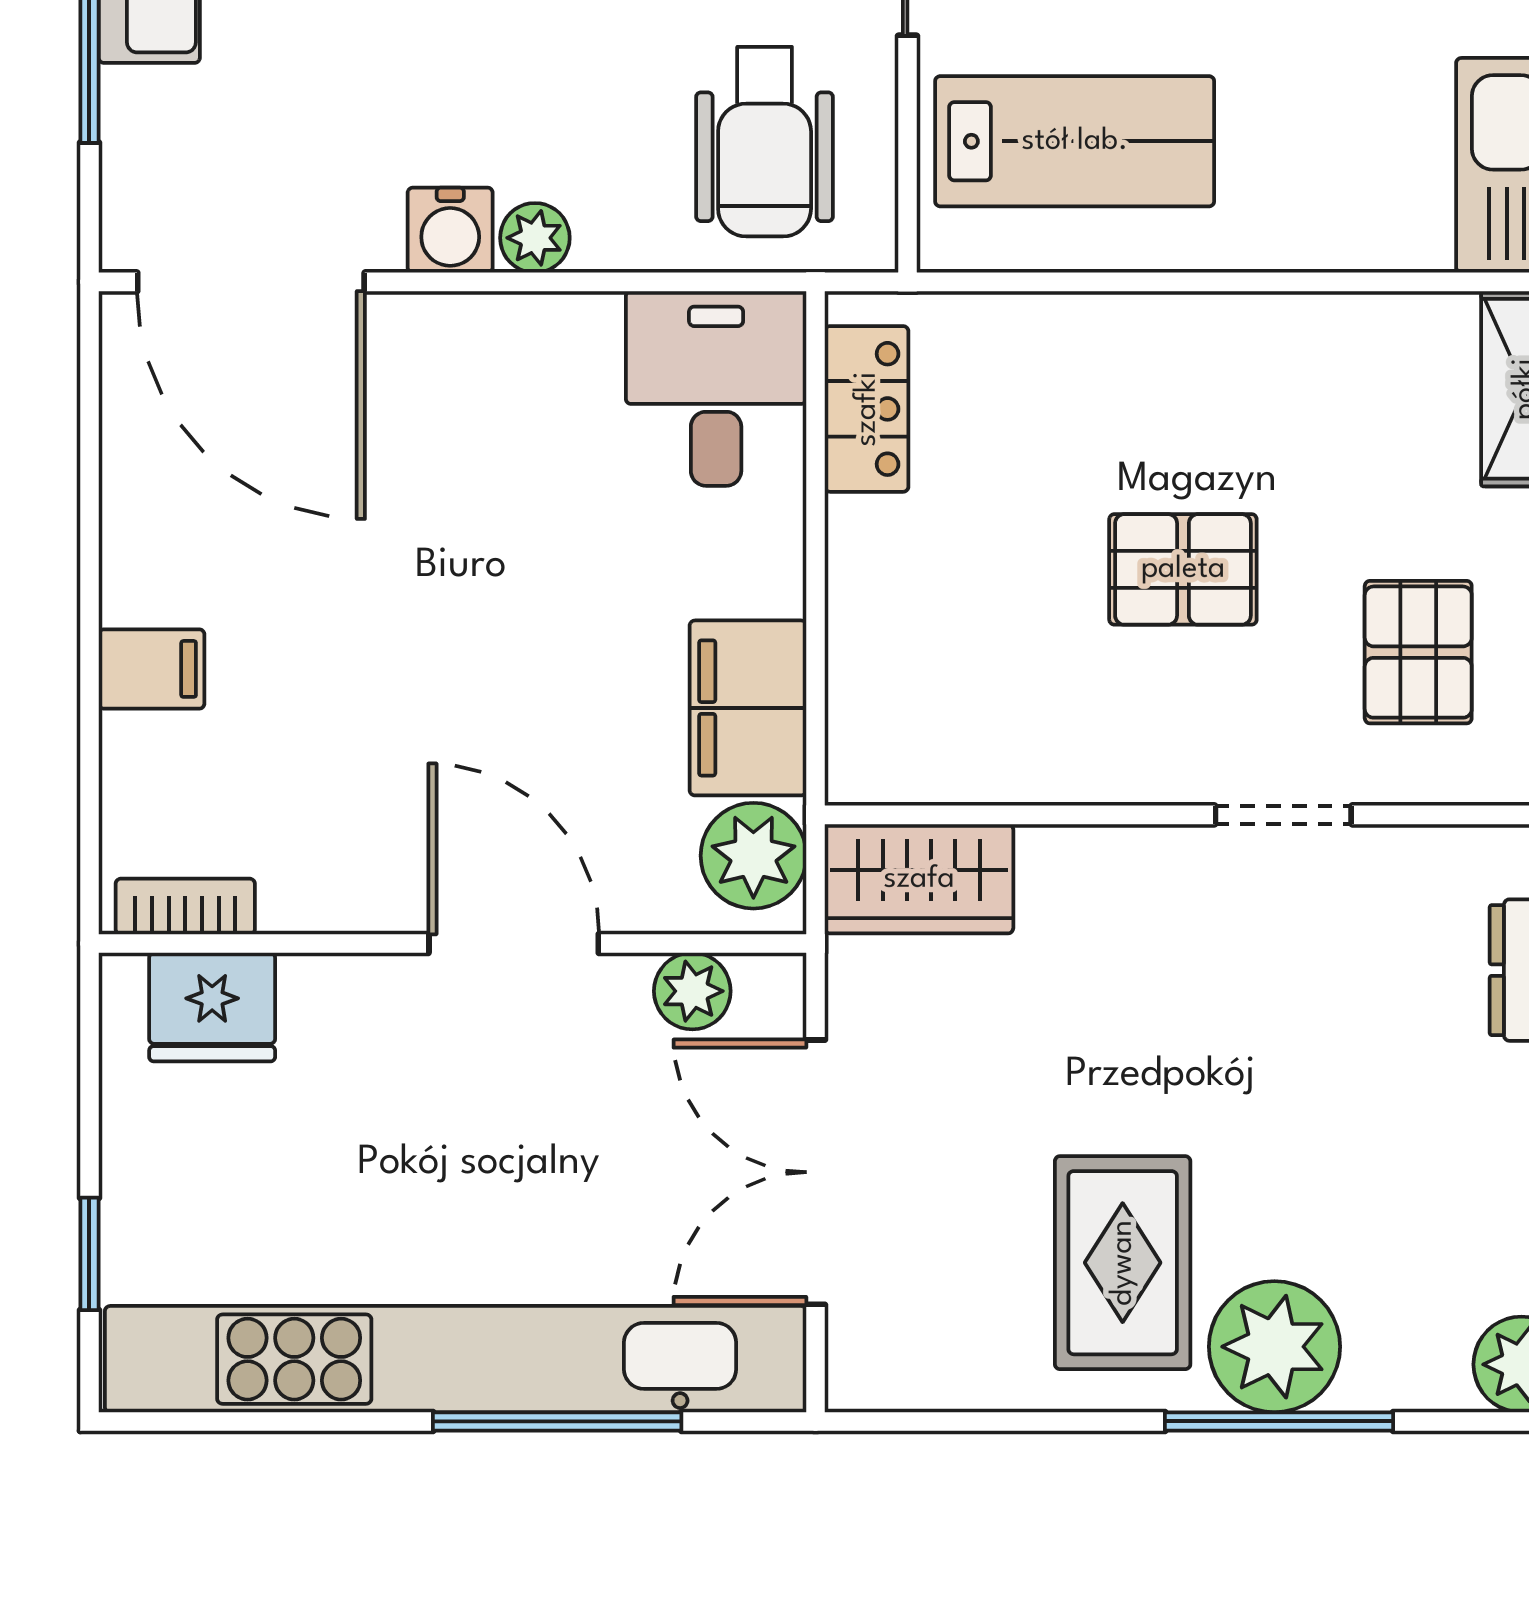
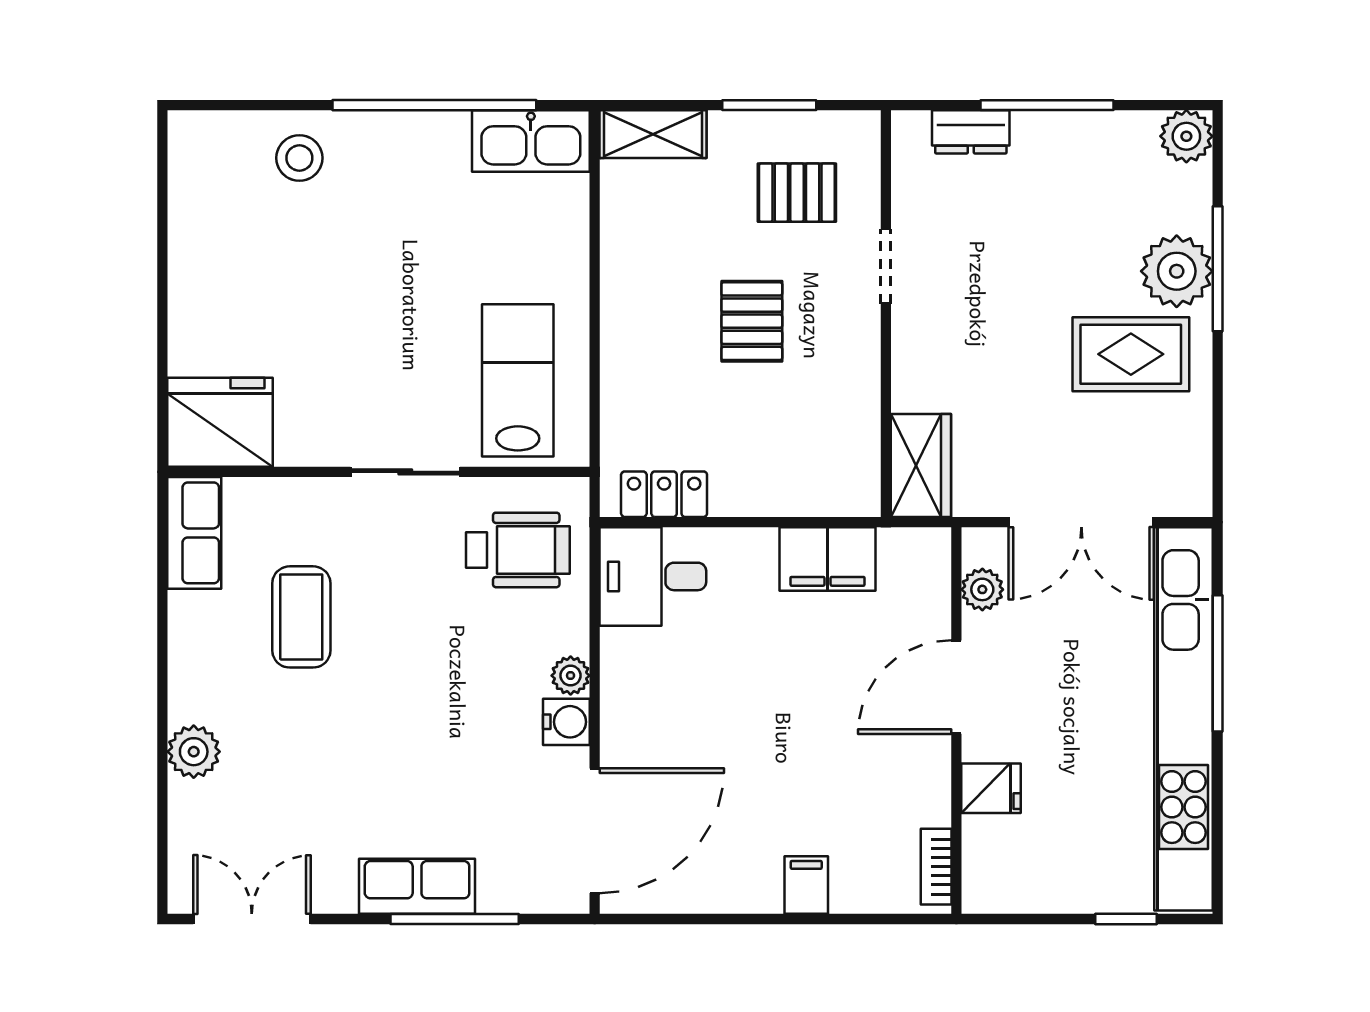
plant: (753, 856) -> (908, 556), removed
fridge: (212, 1007) -> (991, 788), moved, width x0.72

